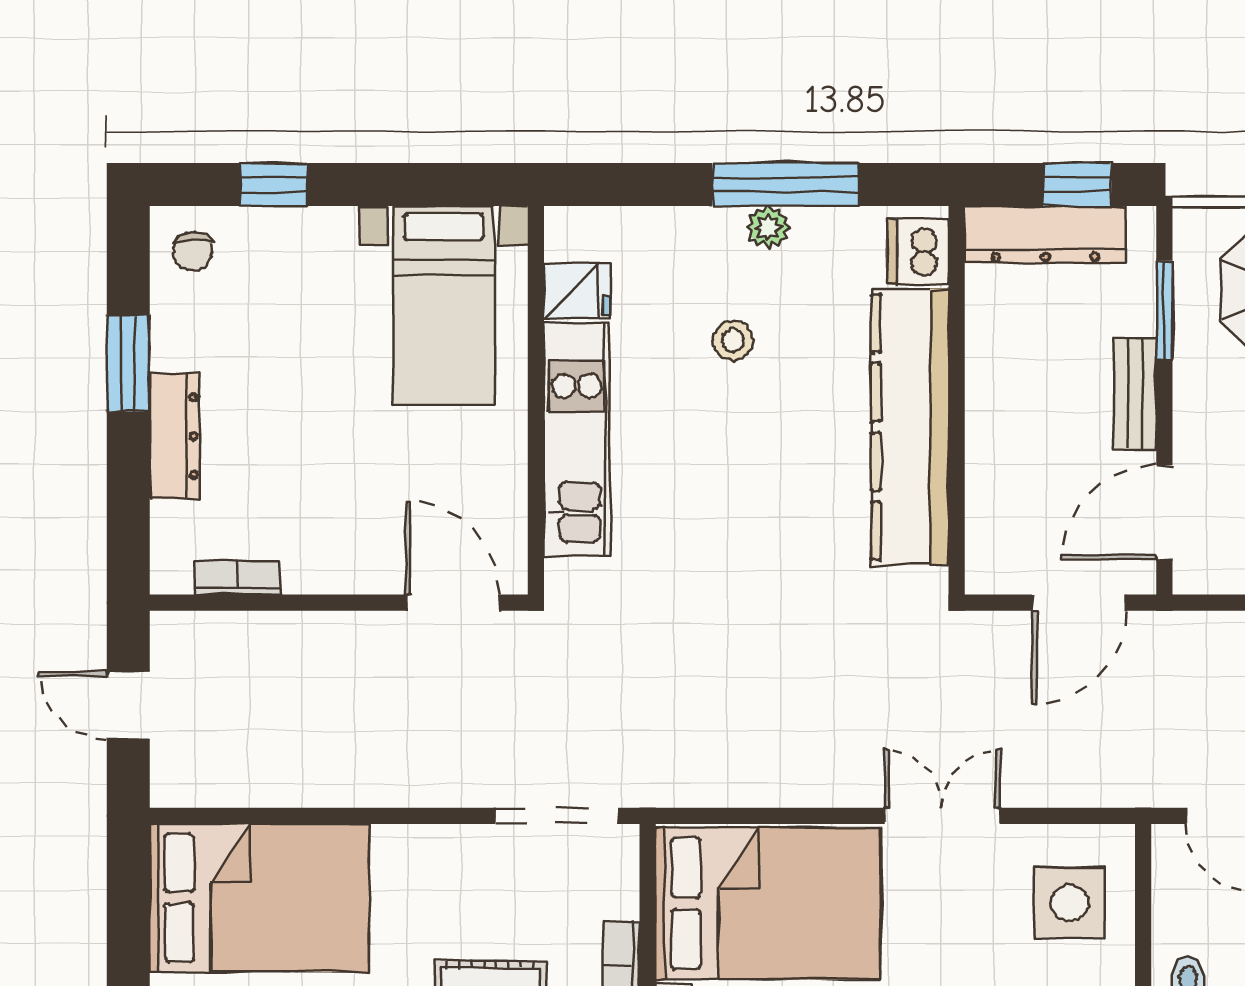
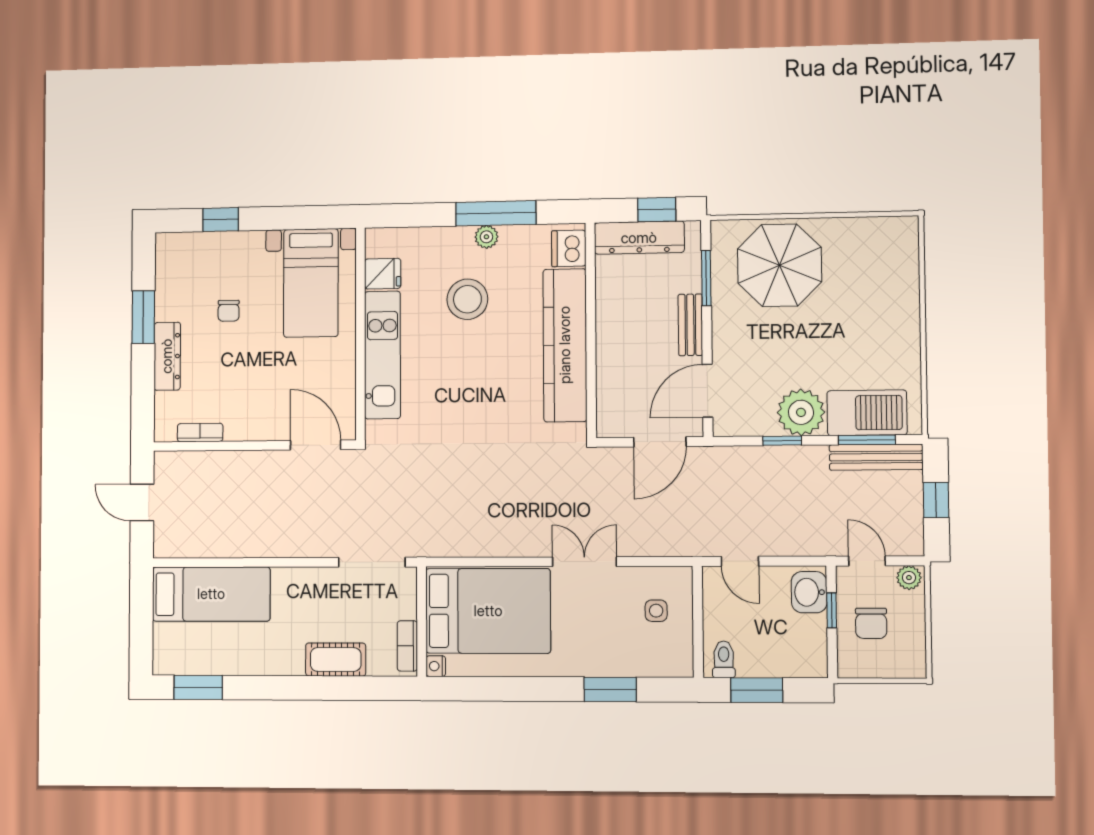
chair: (193, 252) -> (229, 311), moved
stool: (733, 341) -> (467, 299), width x1.89, depth x1.89
bed: (259, 898) -> (211, 594), width x0.67
side table: (1069, 903) -> (656, 611), width x0.54, depth x0.54

